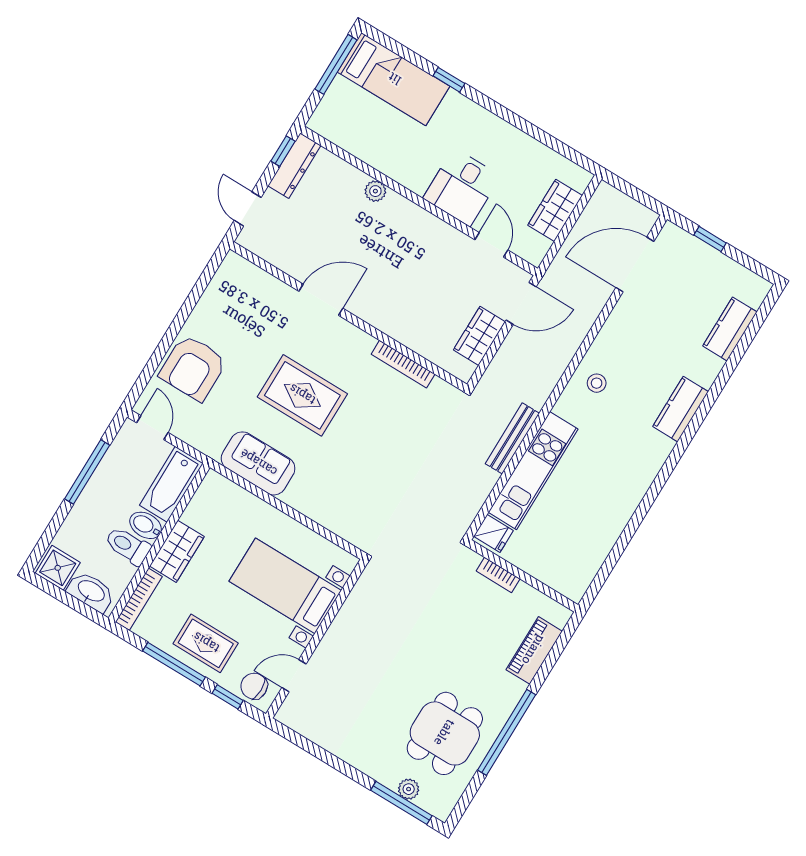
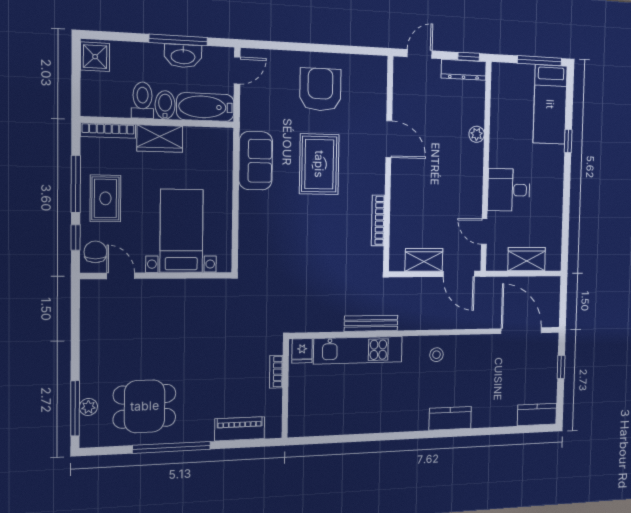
door: (491, 245) -> (484, 231), swing flipped
kitchen counter: (730, 329) -> (537, 414), moved
armchair: (193, 368) -> (320, 90), moved, turned 90
washbasin: (91, 592) -> (183, 56), moved, turned 90

